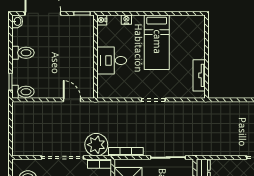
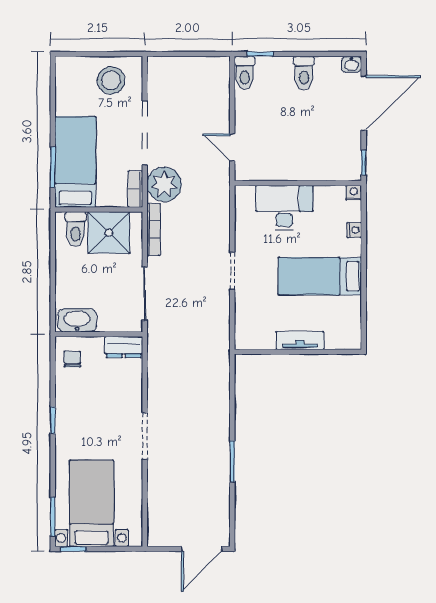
desk: (112, 61) -> (284, 208), width x1.37
tv unit: (199, 75) -> (300, 341), moved
door: (72, 100) -> (232, 147), swing flipped

